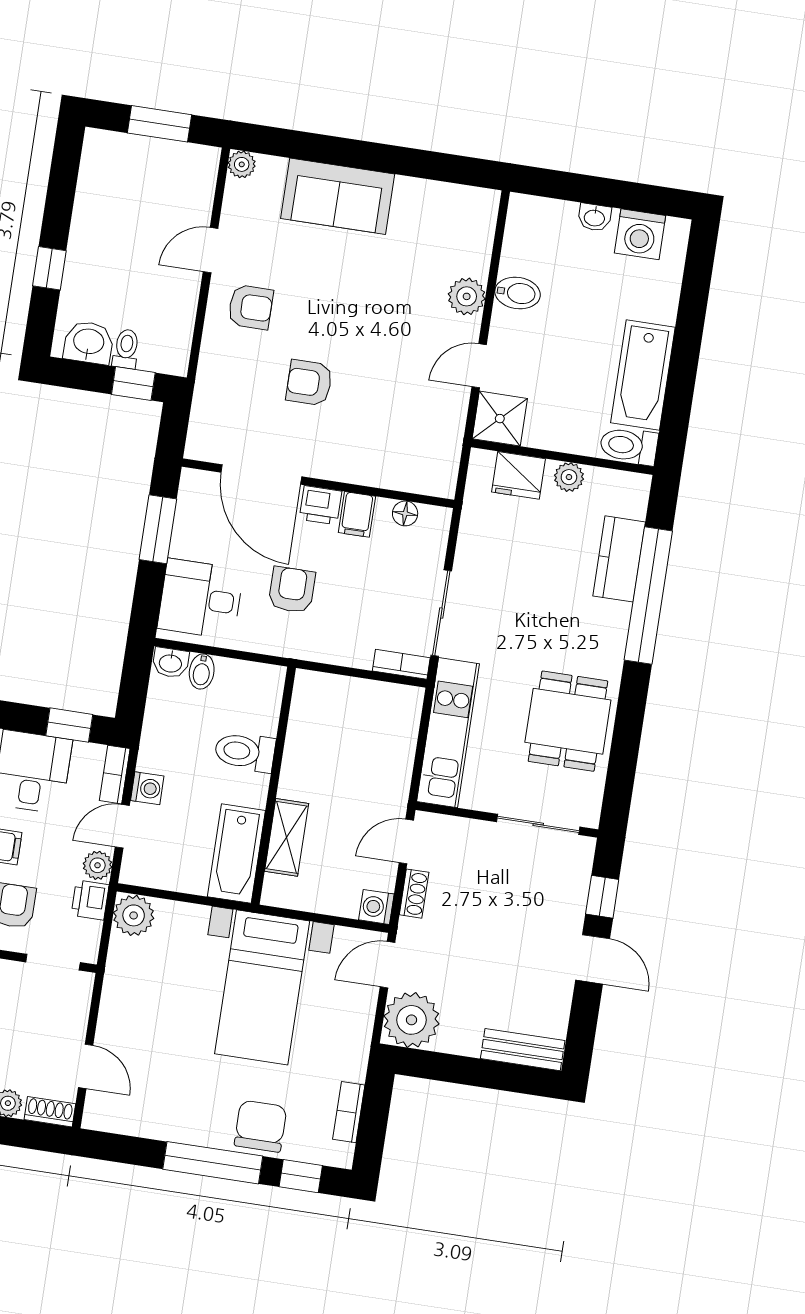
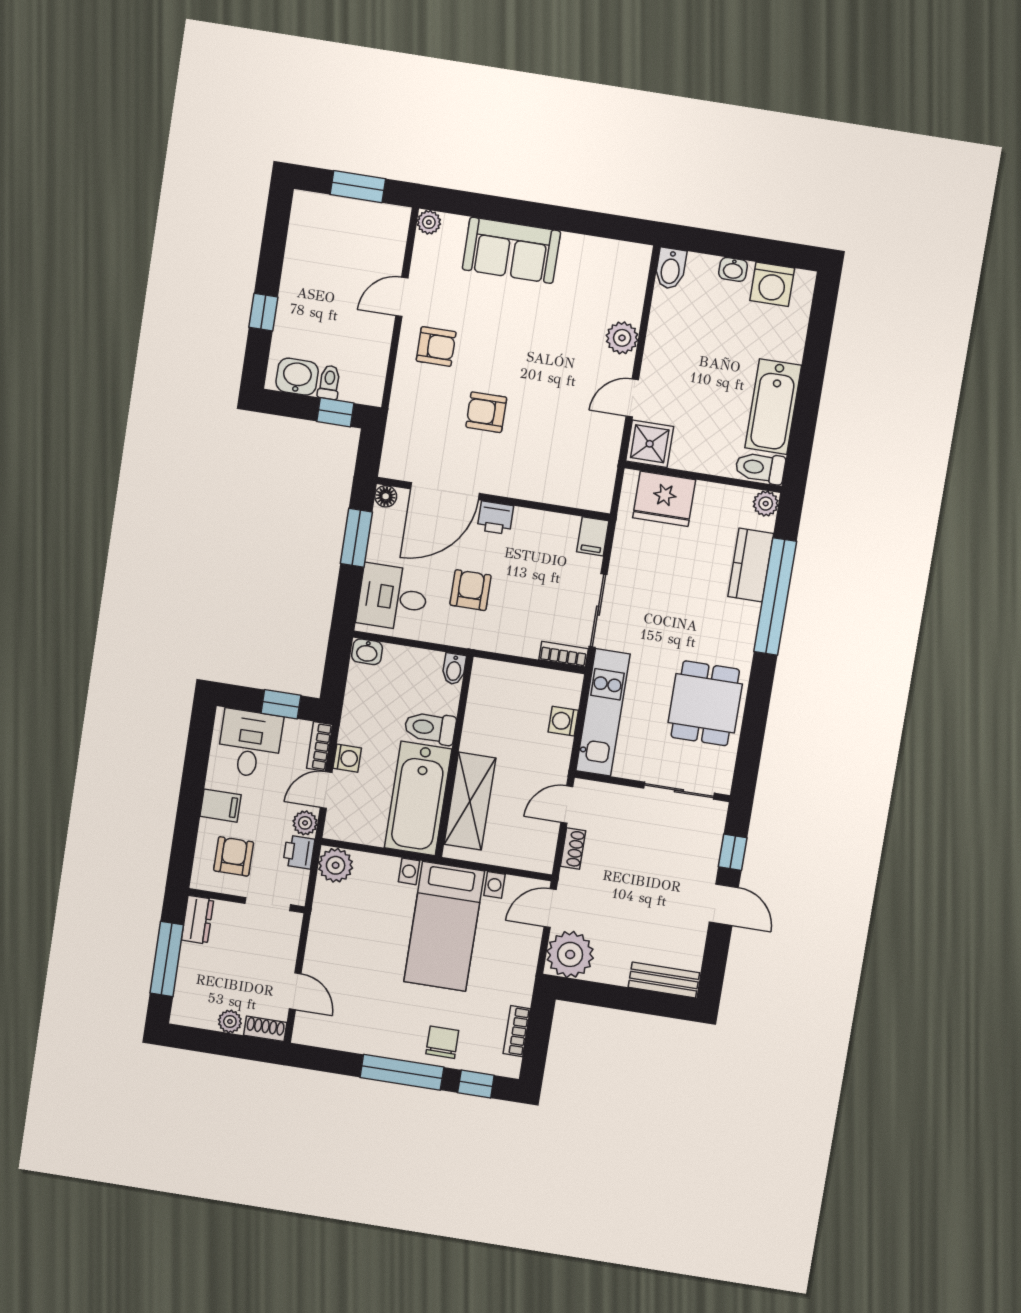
bidet: (518, 293) -> (671, 269), moved, turned 90
door: (261, 475) -> (445, 491), hinge flipped
fridge: (518, 475) -> (664, 499), width x1.36, depth x1.34
plant: (569, 477) -> (766, 504), moved
floor lamp: (405, 513) -> (386, 496), moved
filing cabinet: (357, 514) -> (593, 536), moved
bidet: (202, 671) -> (454, 669), moved
shelving: (287, 837) -> (470, 801), width x1.50, depth x1.33
bathtub: (236, 854) -> (418, 798), width x1.36, depth x1.36
washing machine: (376, 907) -> (563, 721), moved
chair: (260, 1126) -> (442, 1042), width x0.73, depth x0.73

